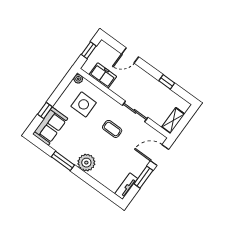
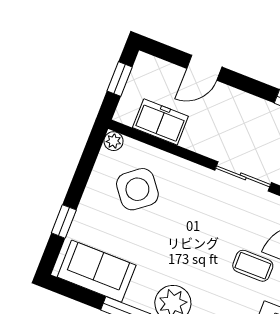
side table: (84, 104) -> (137, 189), turned -38
sofa: (50, 126) -> (97, 271), moved, turned -90
coffee table: (112, 129) -> (253, 266), moved

